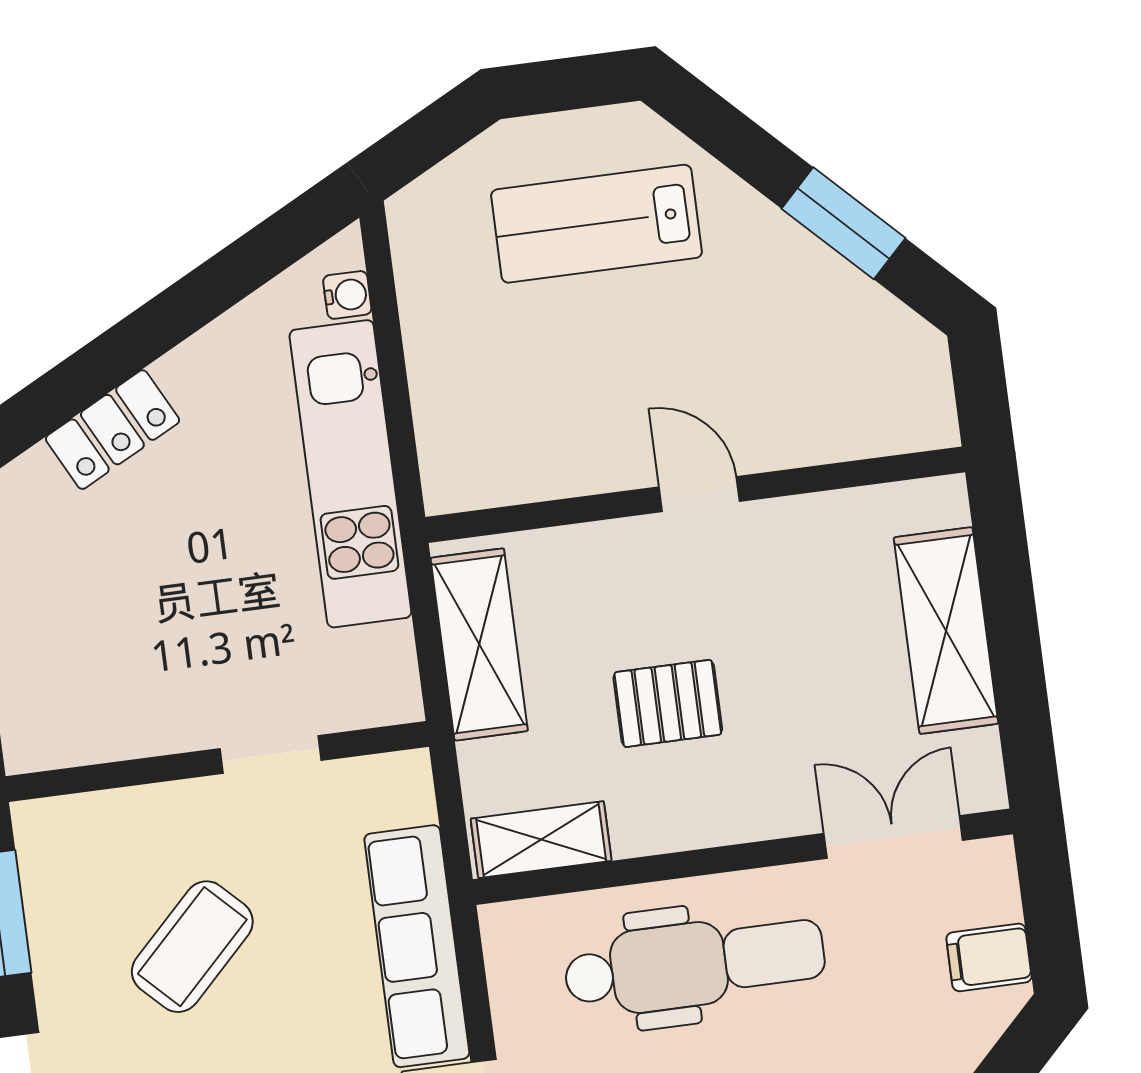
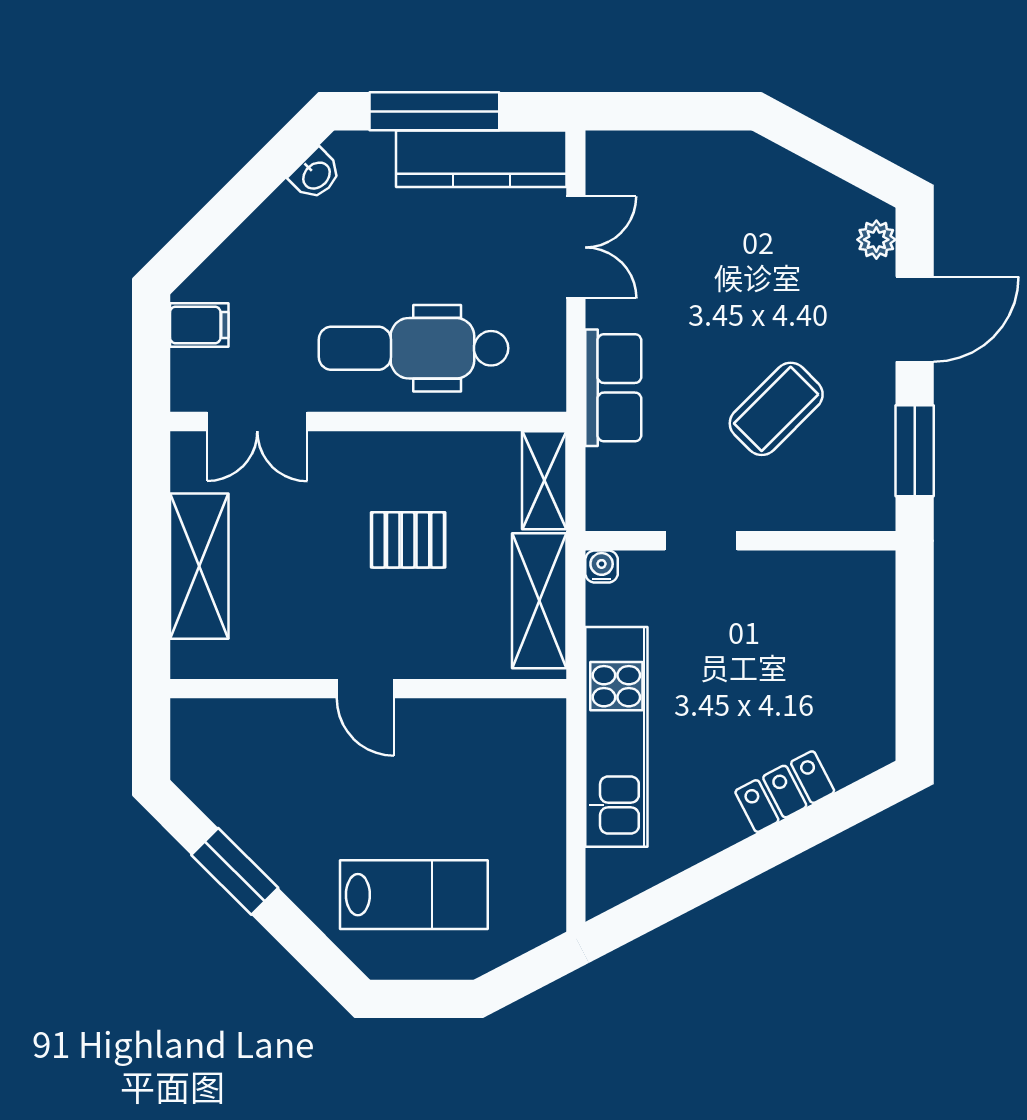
water cooler: (347, 295) -> (602, 567), moved, turned 90
shelving: (541, 840) -> (544, 480), moved, turned 90
row of seats: (417, 946) -> (613, 388), width x0.68

